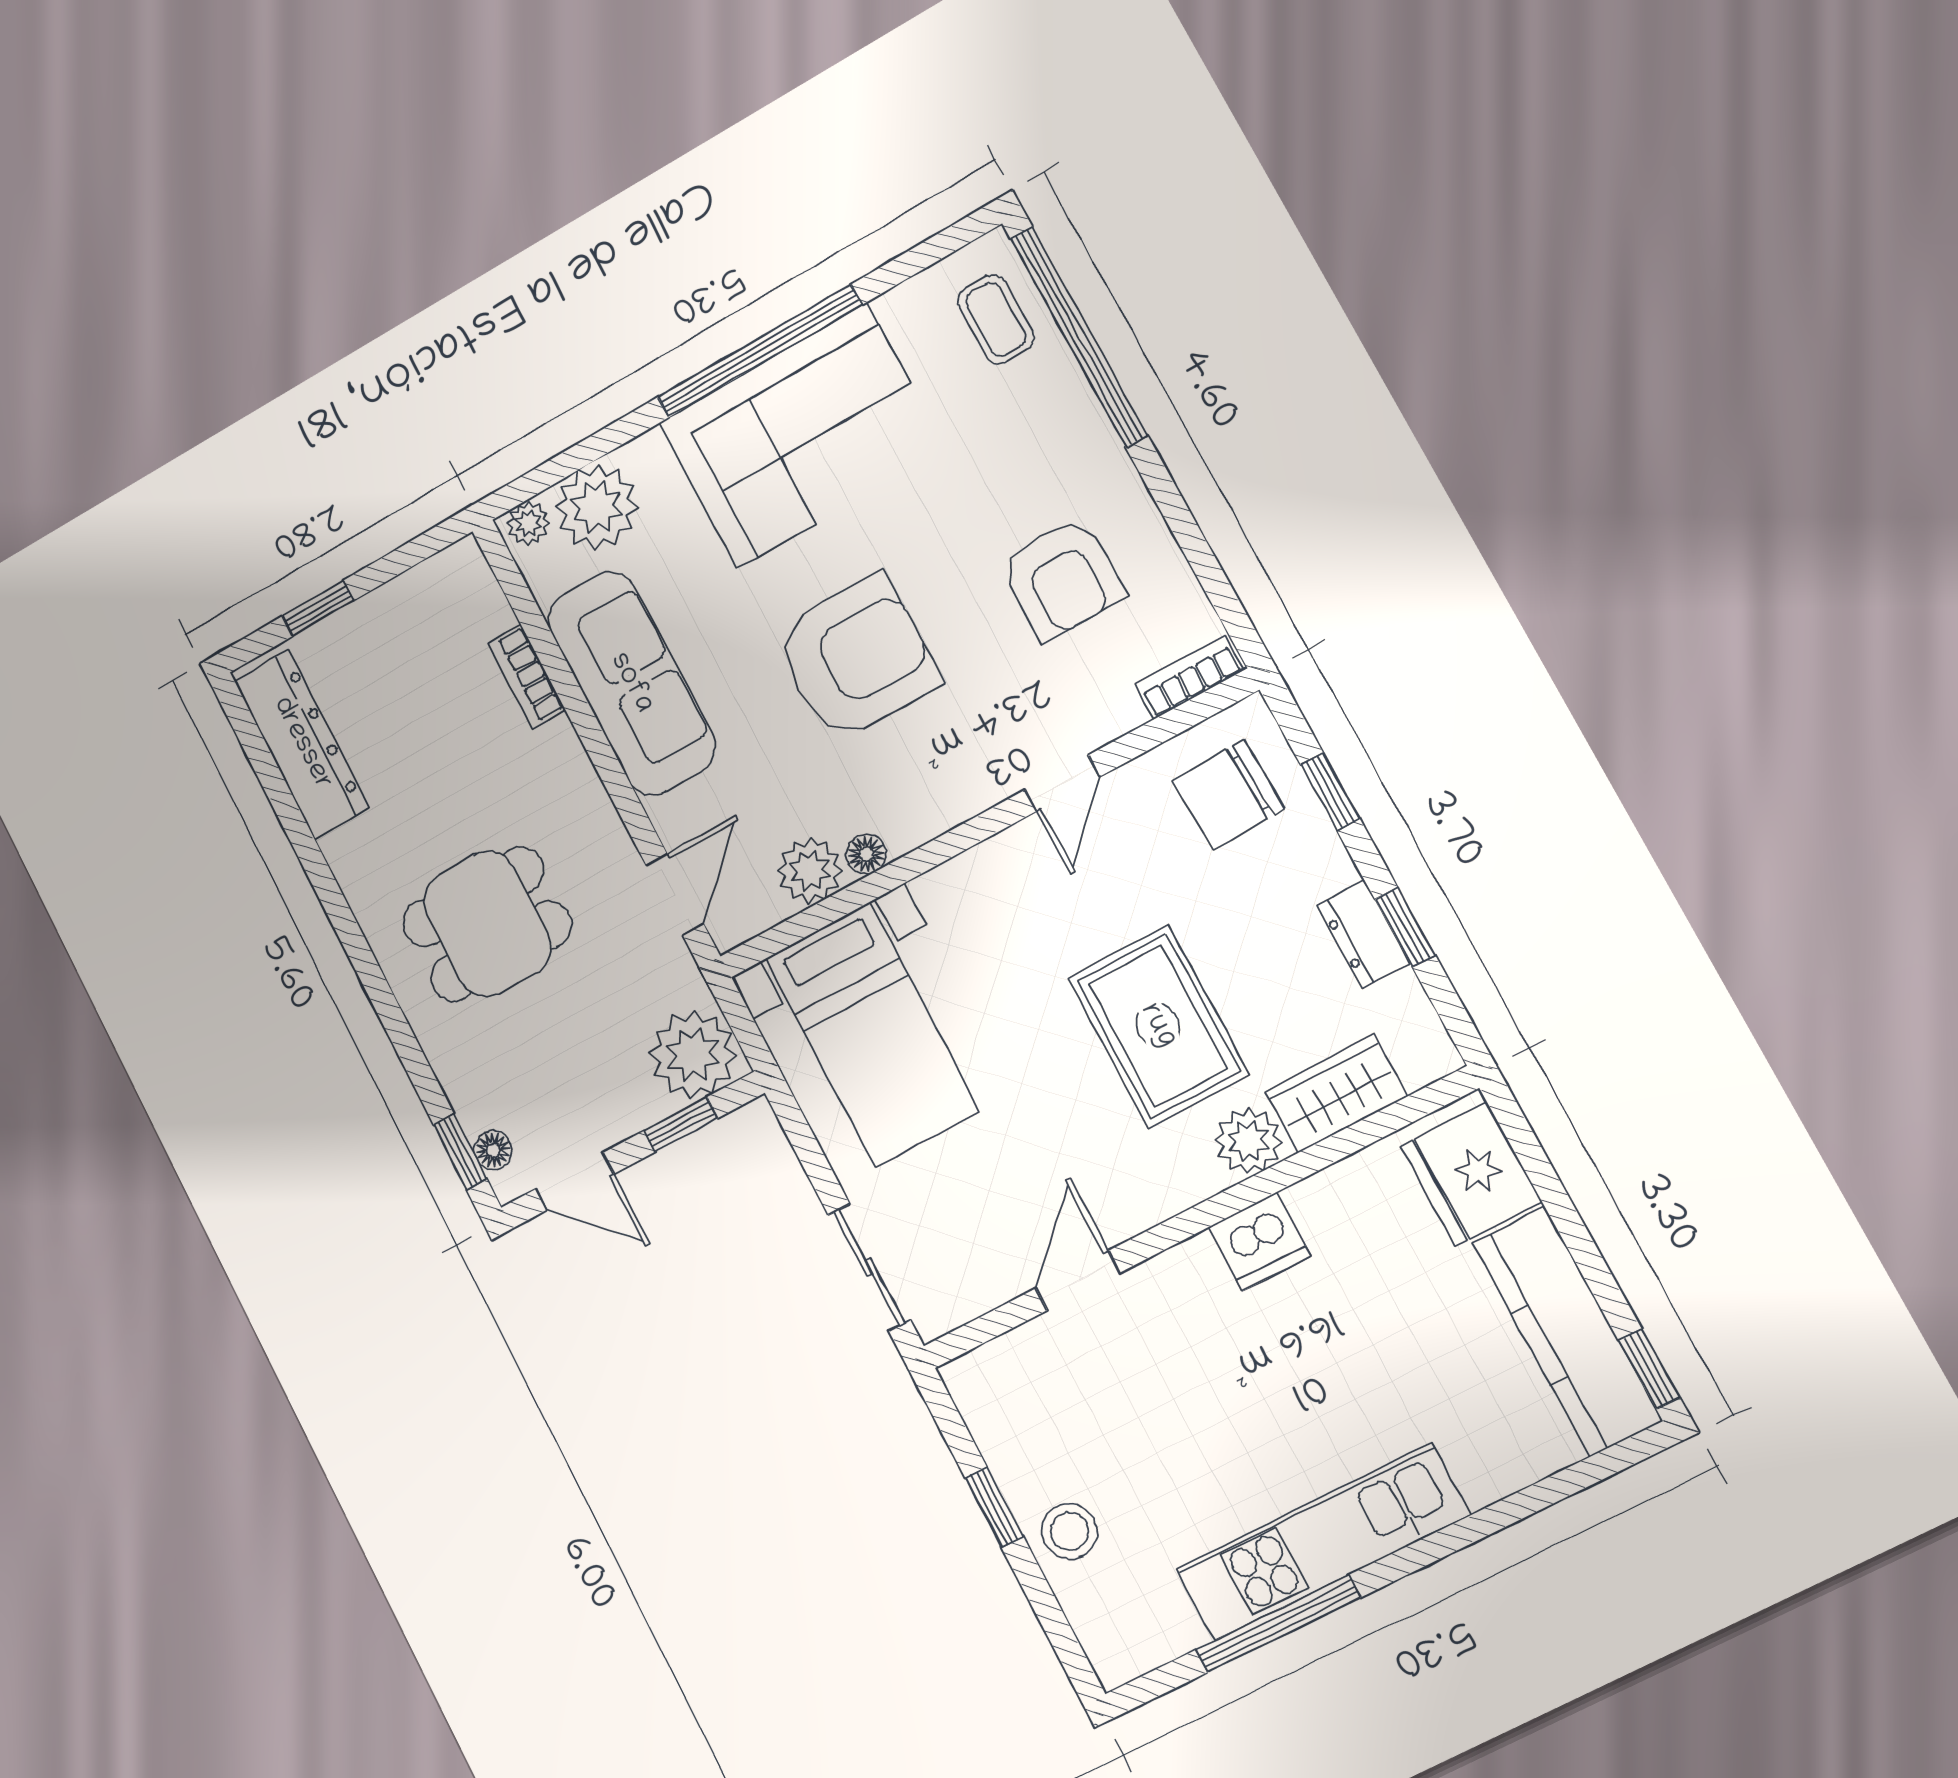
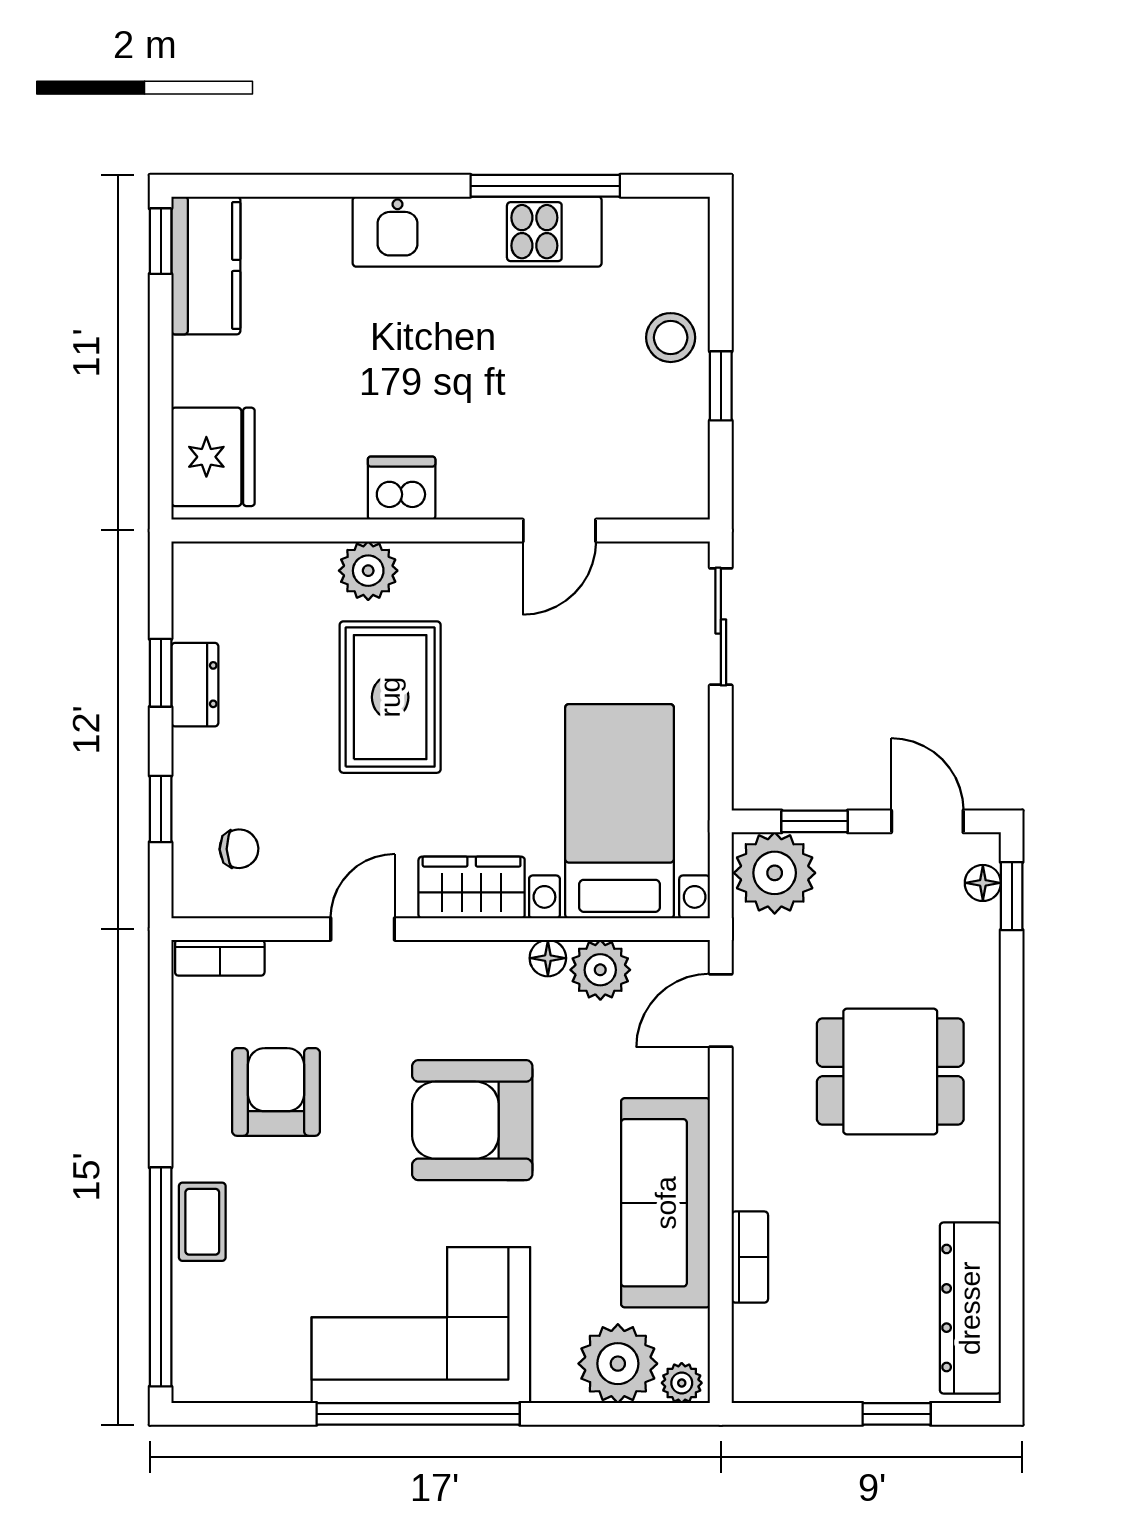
coffee table: (996, 319) -> (202, 1222), moved
chair: (1229, 795) -> (239, 849), width x0.54, depth x0.54
wardrobe: (1336, 1094) -> (472, 888), moved, turned 180
kitchen counter: (1567, 1332) -> (206, 265), width x0.67

